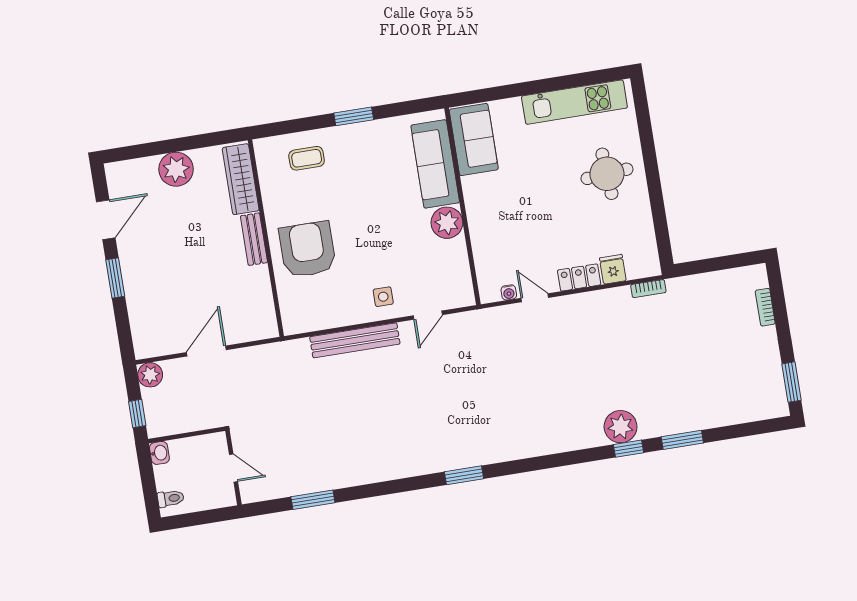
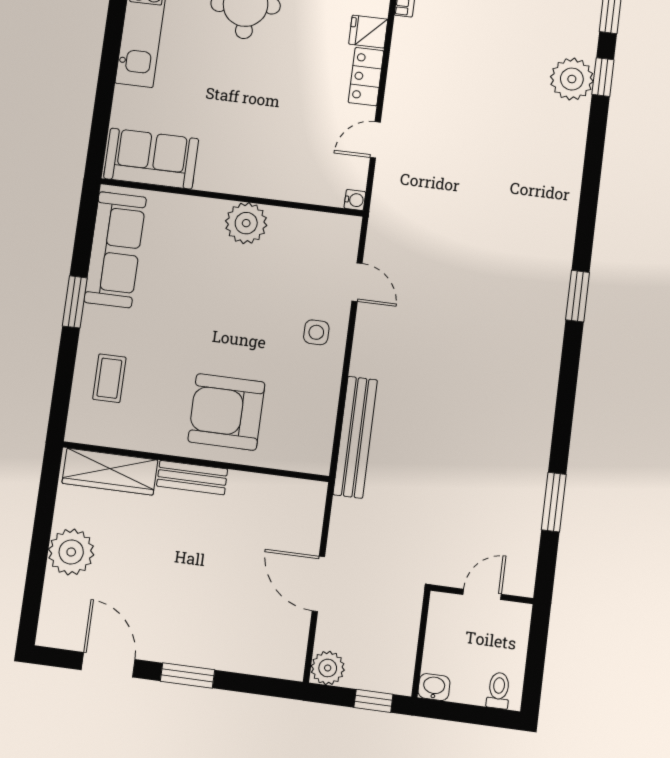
sofa: (435, 164) -> (115, 250), moved, turned -90
water cooler: (509, 292) -> (355, 200), moved
bench: (355, 340) -> (355, 437), moved

